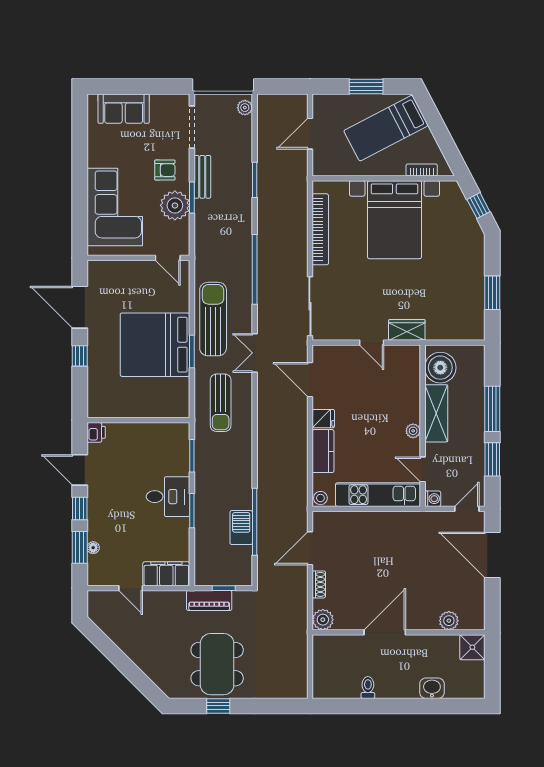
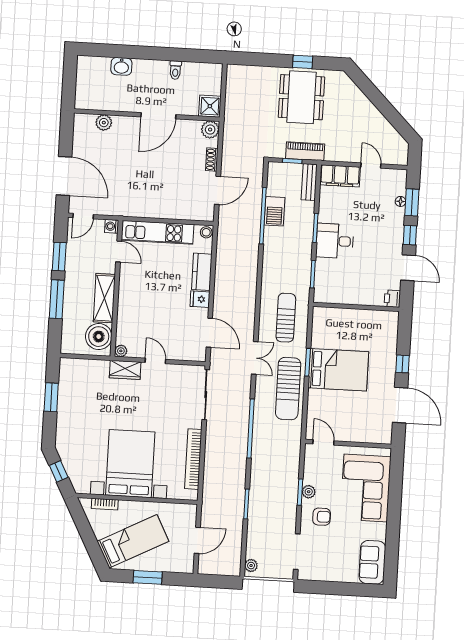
sofa: (124, 109) -> (372, 562), moved, turned -90
armchair: (165, 170) -> (322, 517), turned 180
bench: (202, 177) -> (309, 182), moved
plant: (175, 205) -> (309, 492), width x0.53, depth x0.53
bed: (155, 345) -> (338, 370), width x0.73
plant: (413, 431) -> (121, 351), moved
shower: (472, 647) -> (210, 106), moved

